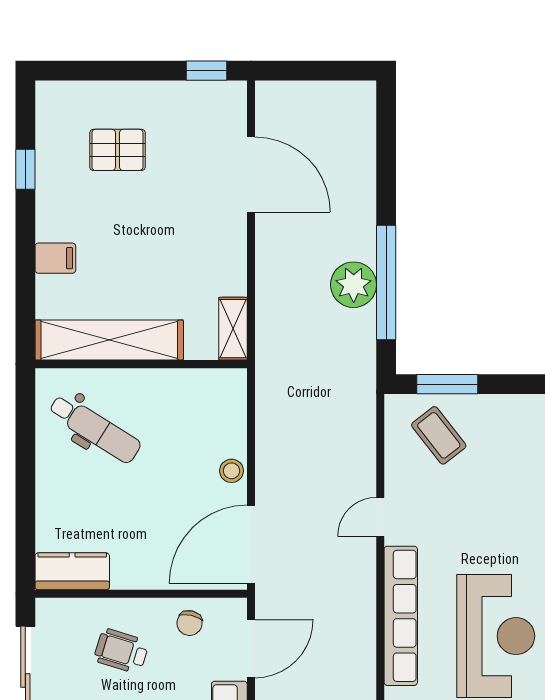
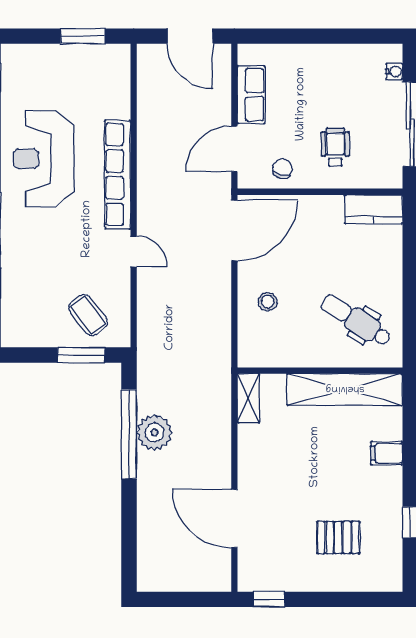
stool: (232, 471) -> (268, 302), moved
door: (380, 517) -> (134, 252), hinge flipped
wheelchair: (121, 651) -> (335, 147), turned -107

